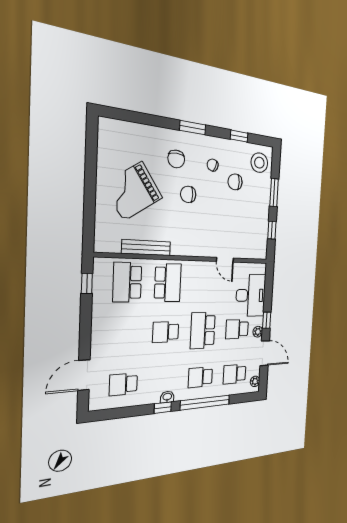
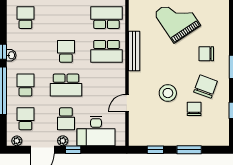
stool: (259, 163) -> (168, 93), moved
chair: (213, 165) -> (206, 87), width x1.87, depth x1.87
chair: (188, 194) -> (179, 66), removed
bench: (146, 248) -> (134, 51), moved
school desk: (237, 329) -> (66, 119), turned 180
school desk: (203, 330) -> (66, 85), turned 180

